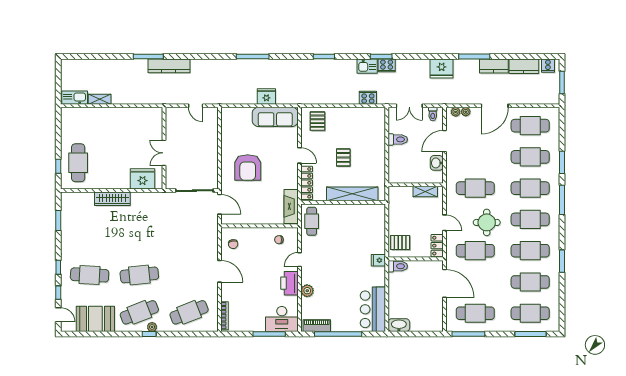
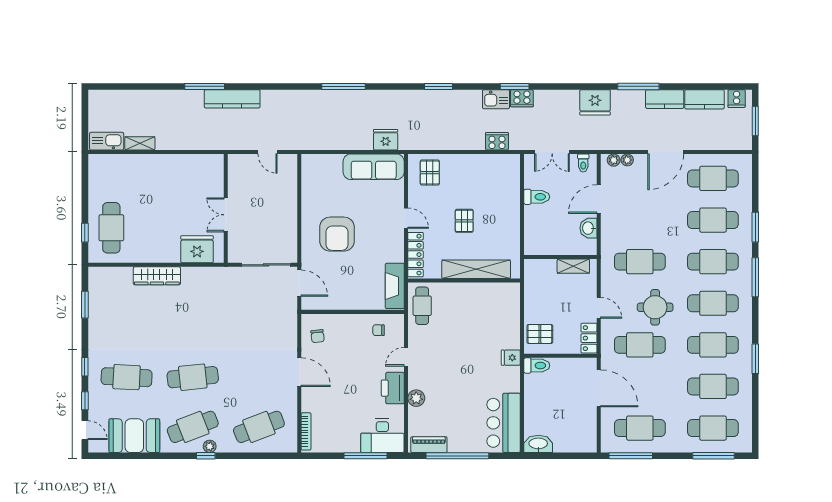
fridge: (266, 97) -> (386, 140), moved

